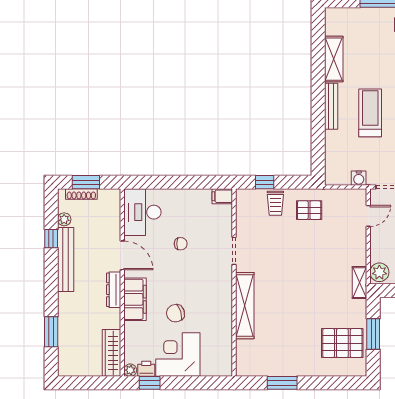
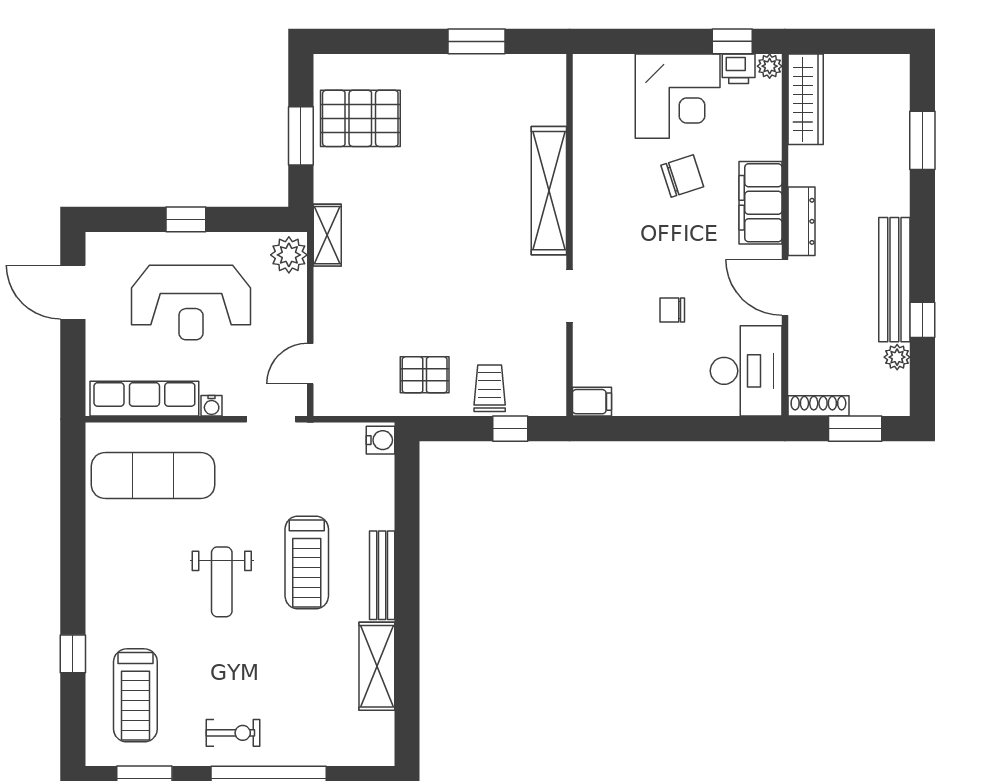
water cooler: (359, 178) -> (380, 440), moved, turned 90
shoe rack: (81, 194) -> (818, 406), moved

